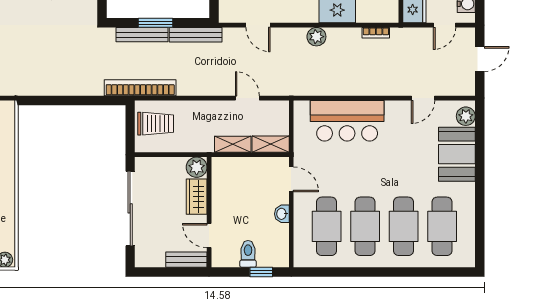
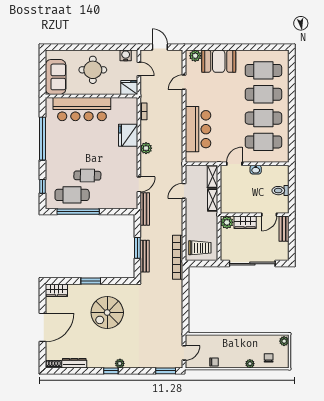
bench: (196, 35) -> (145, 209), moved
door: (423, 98) -> (184, 82), swing flipped
trolley: (156, 124) -> (200, 248), turned 90
window: (261, 272) -> (292, 182), removed

